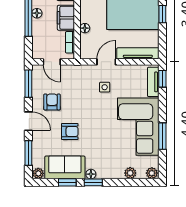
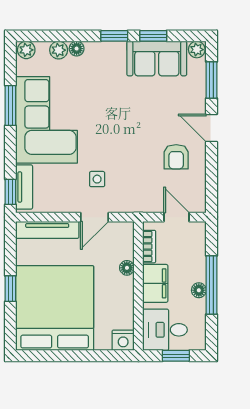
window: (28, 84) -> (212, 184), removed
armchair: (70, 131) -> (149, 112), removed
floor lamp: (91, 174) -> (77, 49), moved

